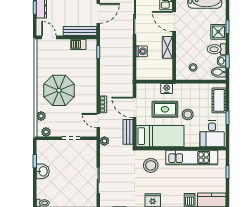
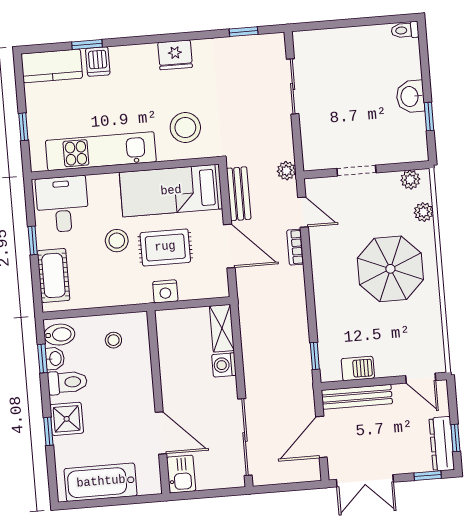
shelving: (167, 47) -> (222, 328), moved

